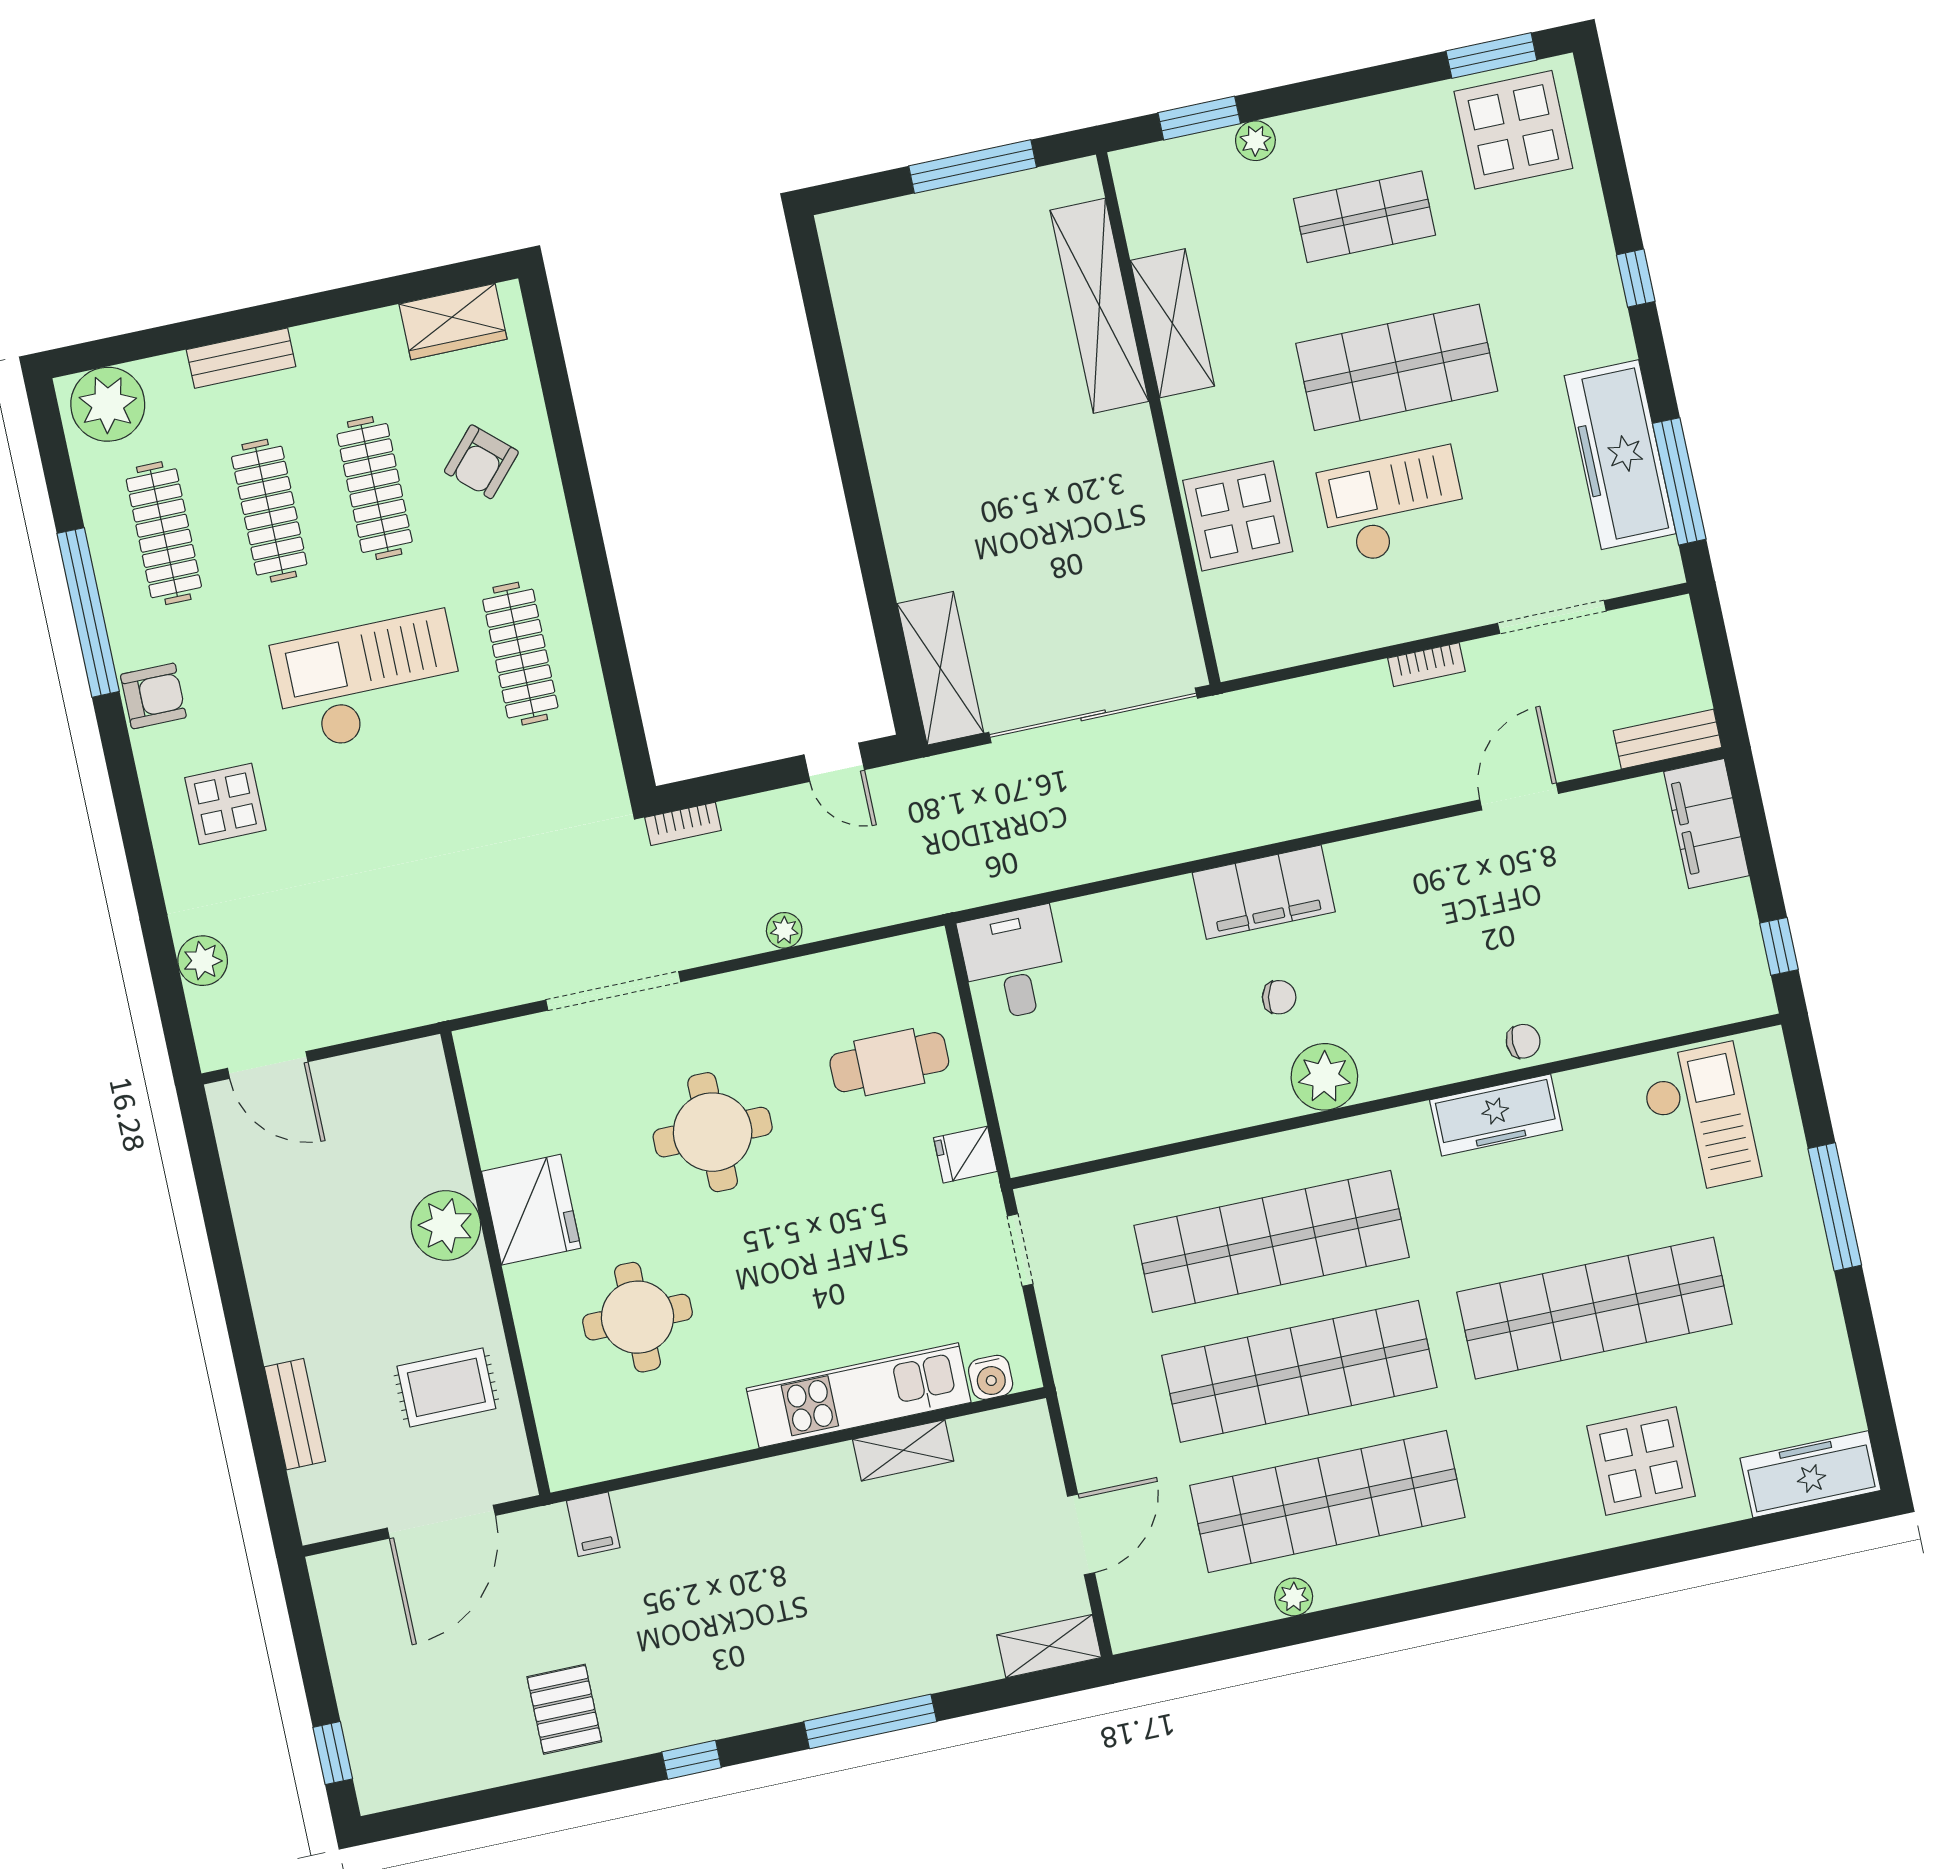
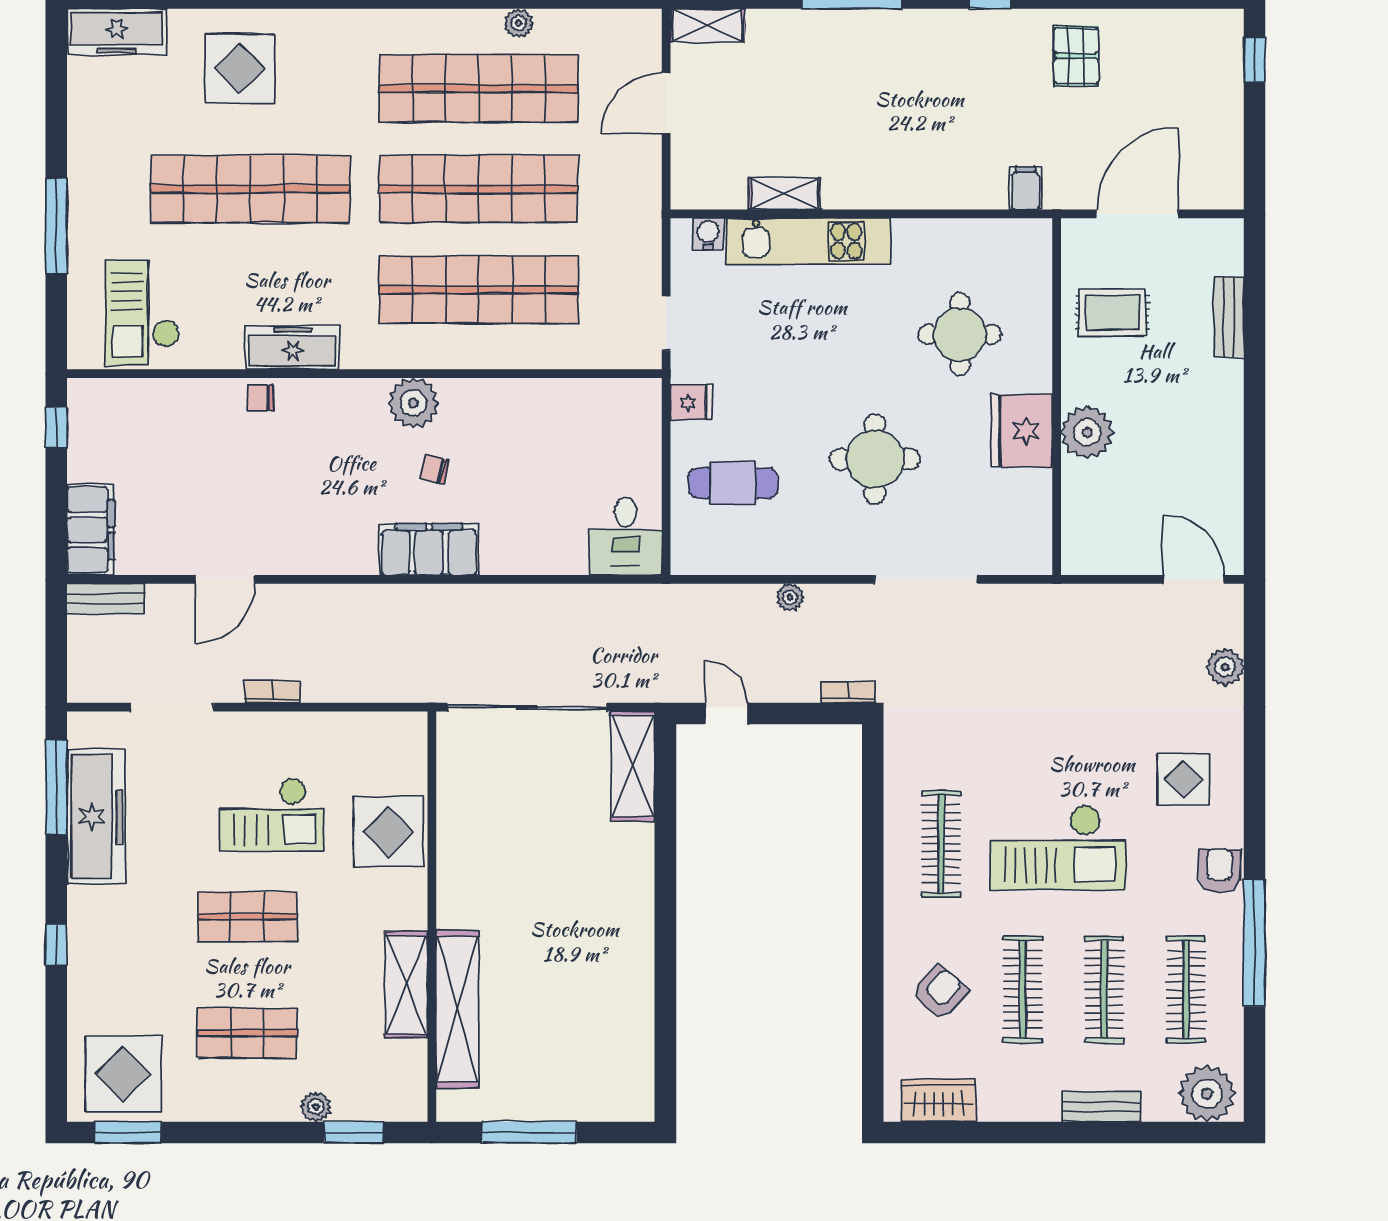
shop shelf: (1397, 367) -> (247, 917), width x0.70, depth x0.74
armchair: (153, 696) -> (1220, 871), turned 90

